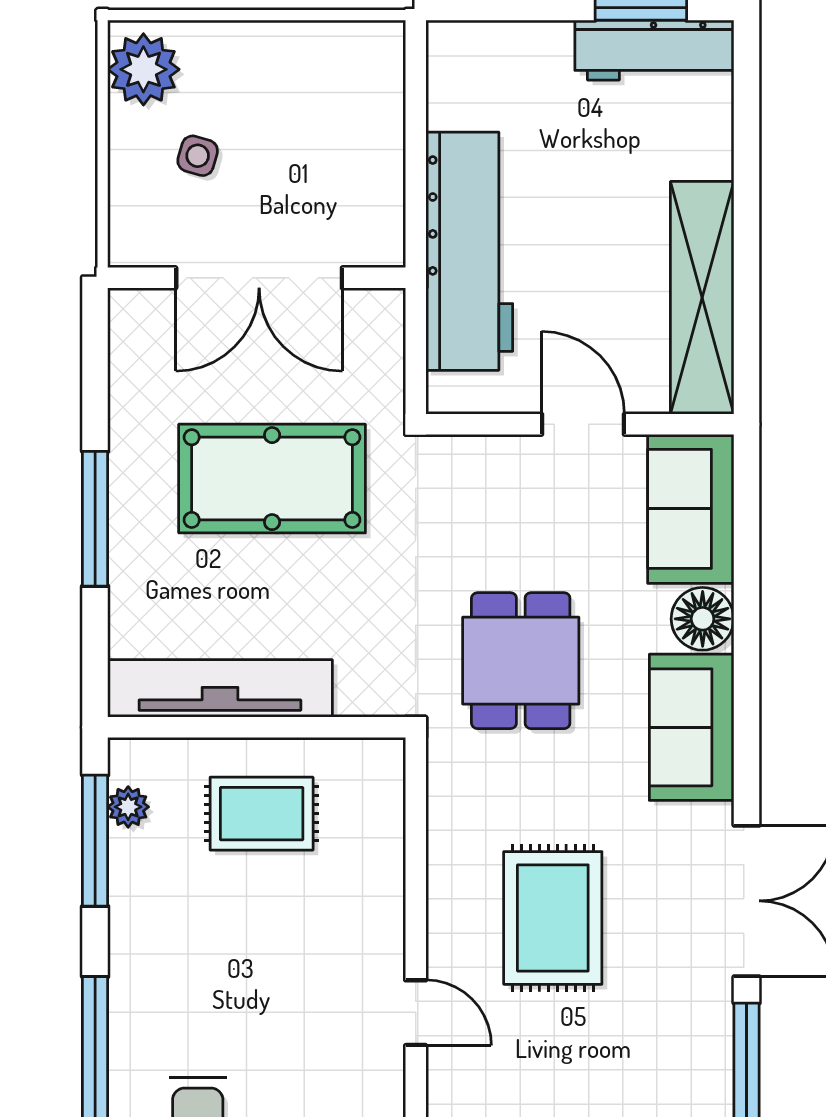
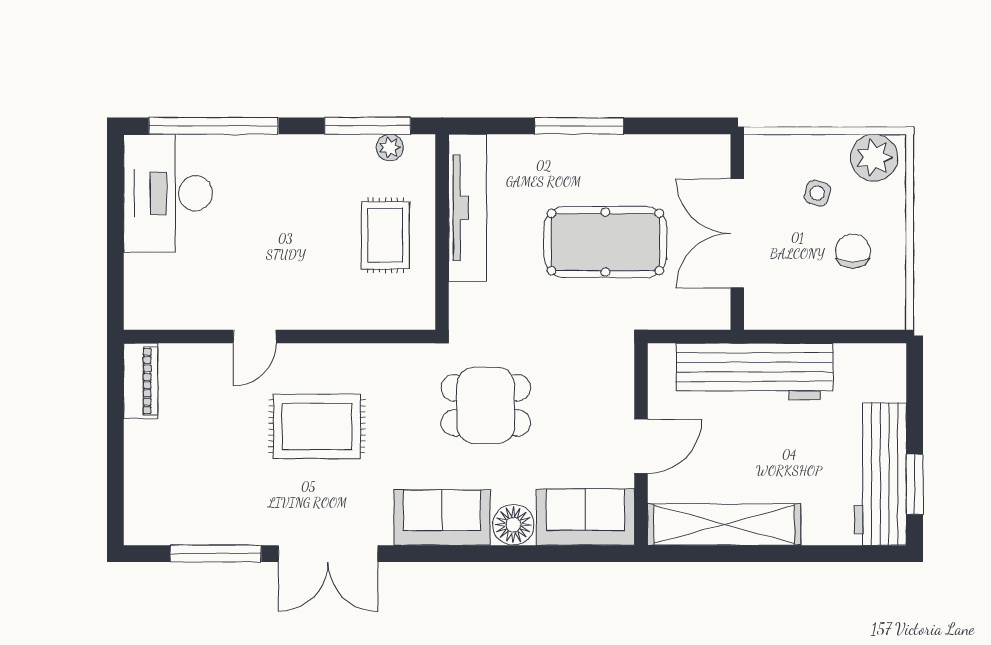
workbench: (654, 50) -> (880, 474), width x1.36, depth x1.32
chair: (286, 102) -> (853, 251), added
pool table: (272, 479) -> (605, 242), turned 90

